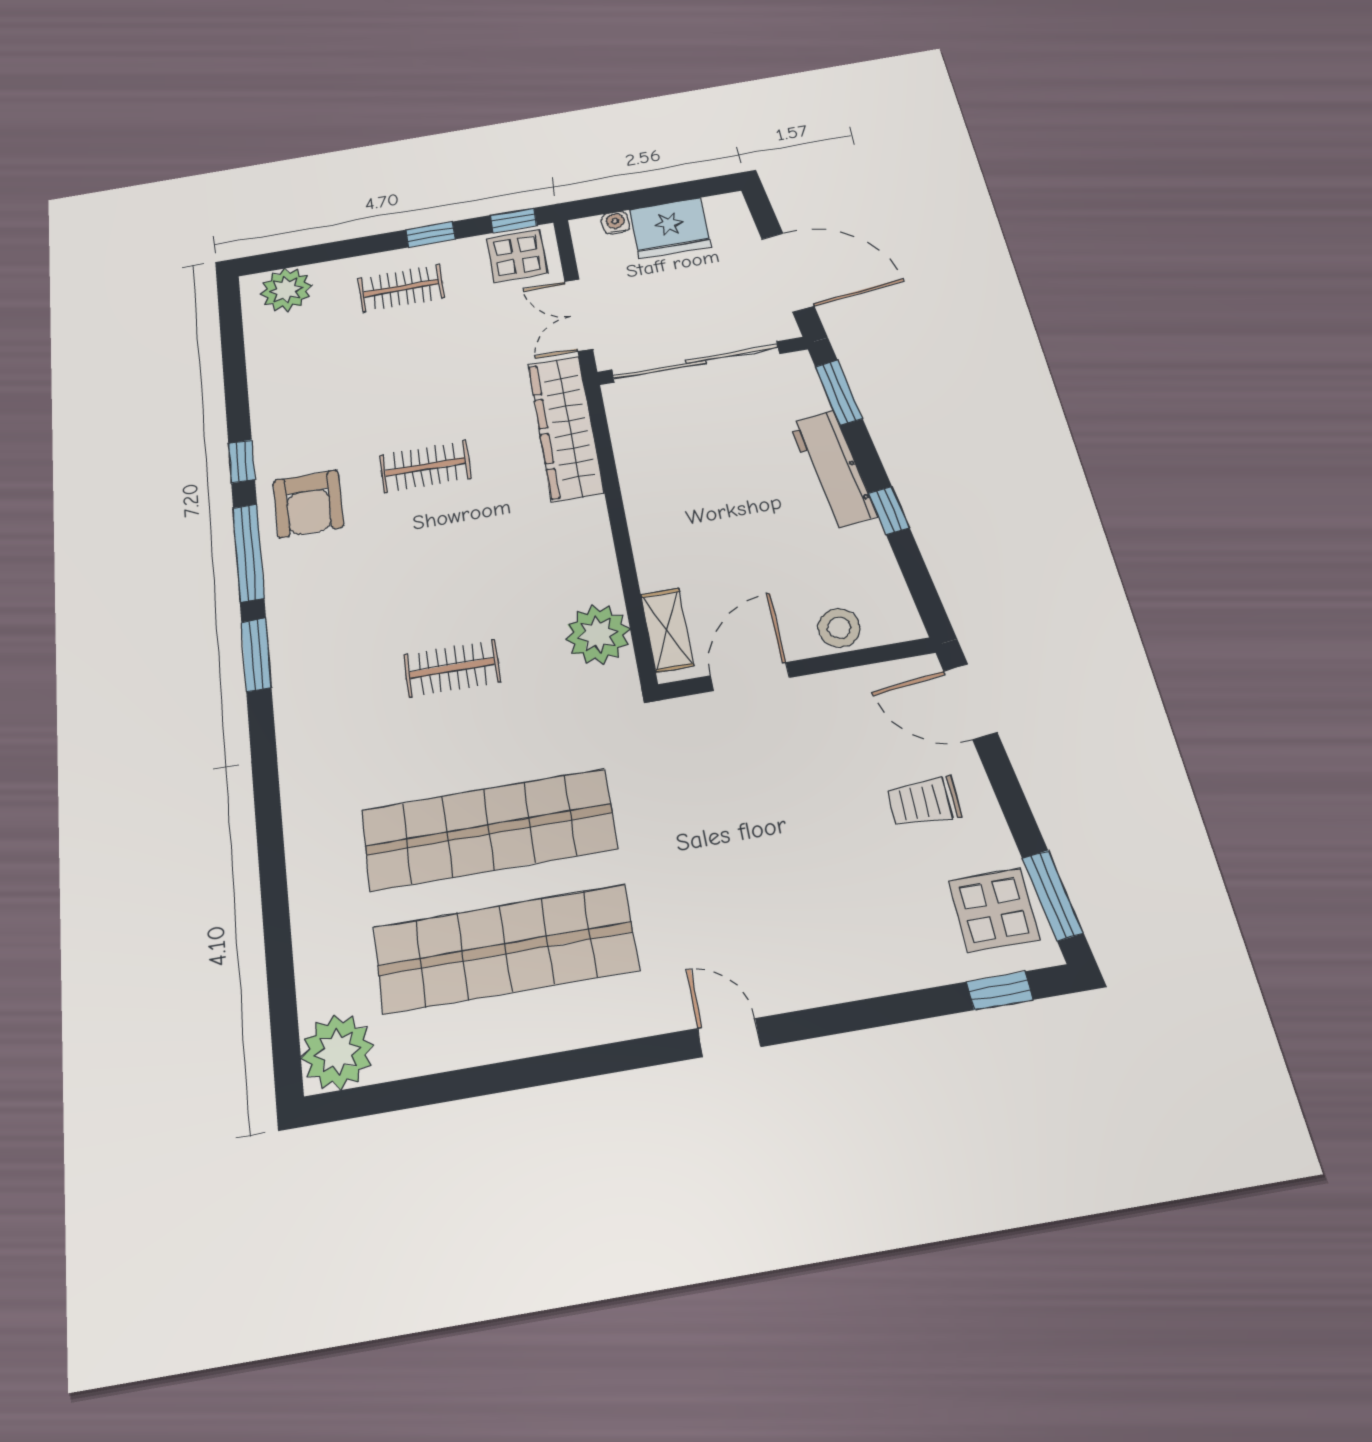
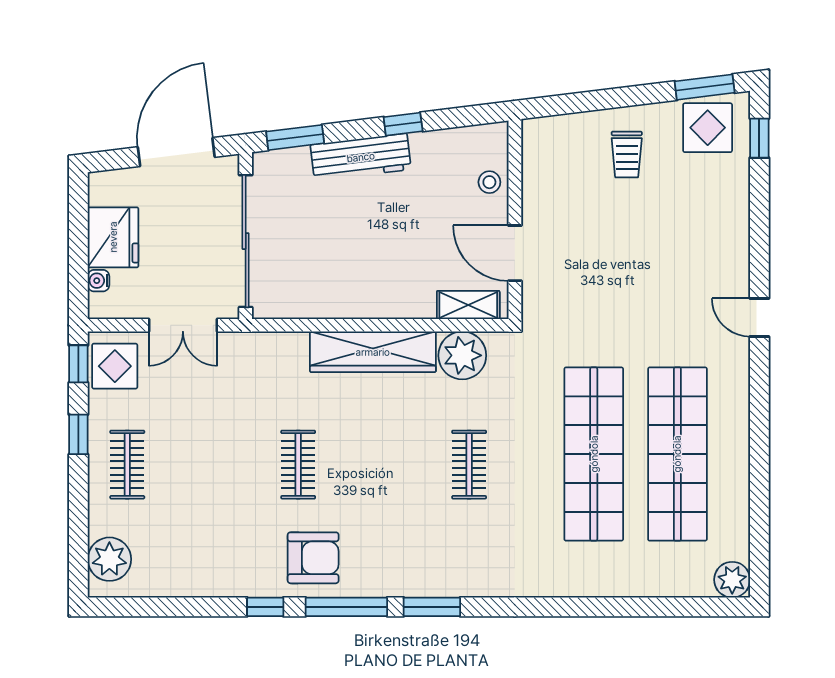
wardrobe: (565, 428) -> (373, 352), moved
stool: (839, 628) -> (489, 182), width x0.73, depth x0.73
door: (970, 701) -> (561, 105), removed
door: (729, 1038) -> (759, 317), hinge flipped
plant: (337, 1052) -> (732, 580), width x0.73, depth x0.73

